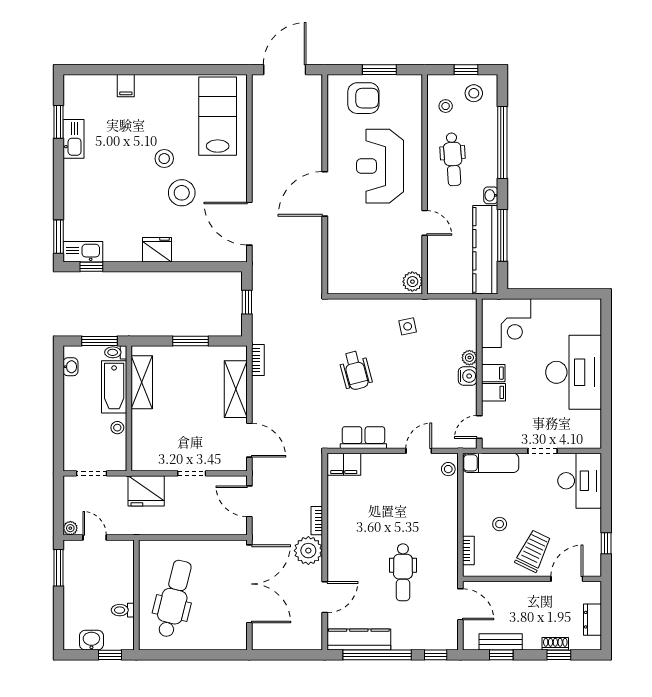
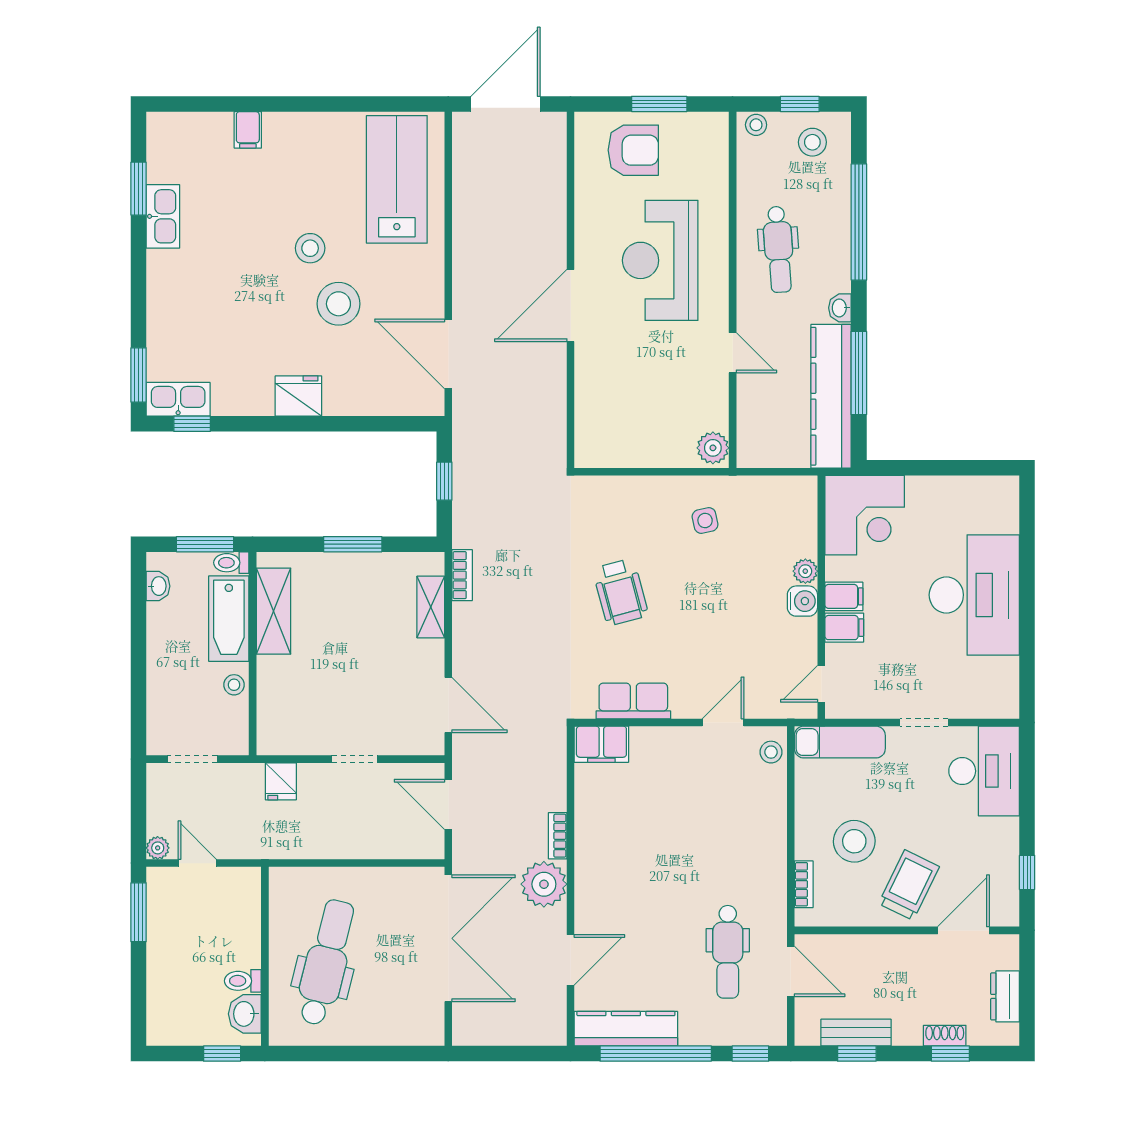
stool: (446, 106) -> (756, 125), moved
shelving: (236, 389) -> (431, 607), width x0.67, depth x0.75
fridge: (146, 491) -> (281, 781), width x0.53, depth x0.75
stool: (500, 524) -> (854, 841), width x1.89, depth x1.89
dental chair: (403, 572) -> (728, 952), moved
washbasin: (91, 640) -> (245, 1014), moved, turned -90

